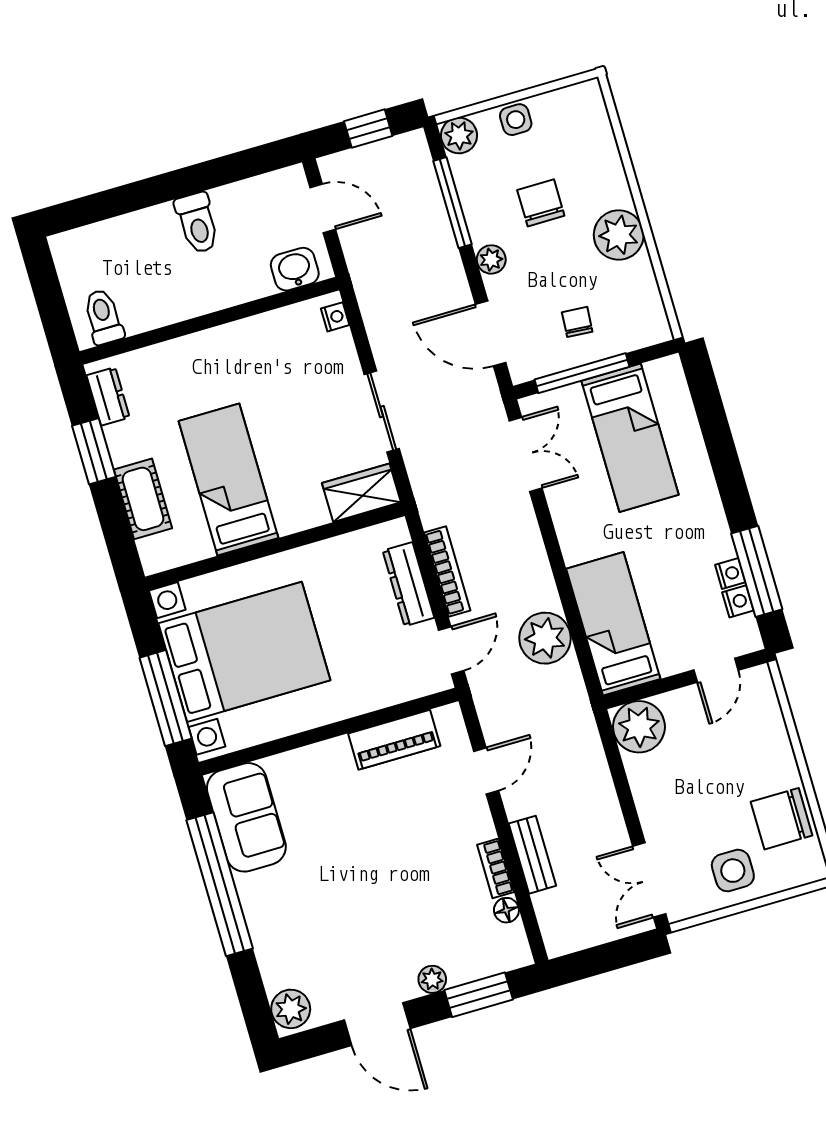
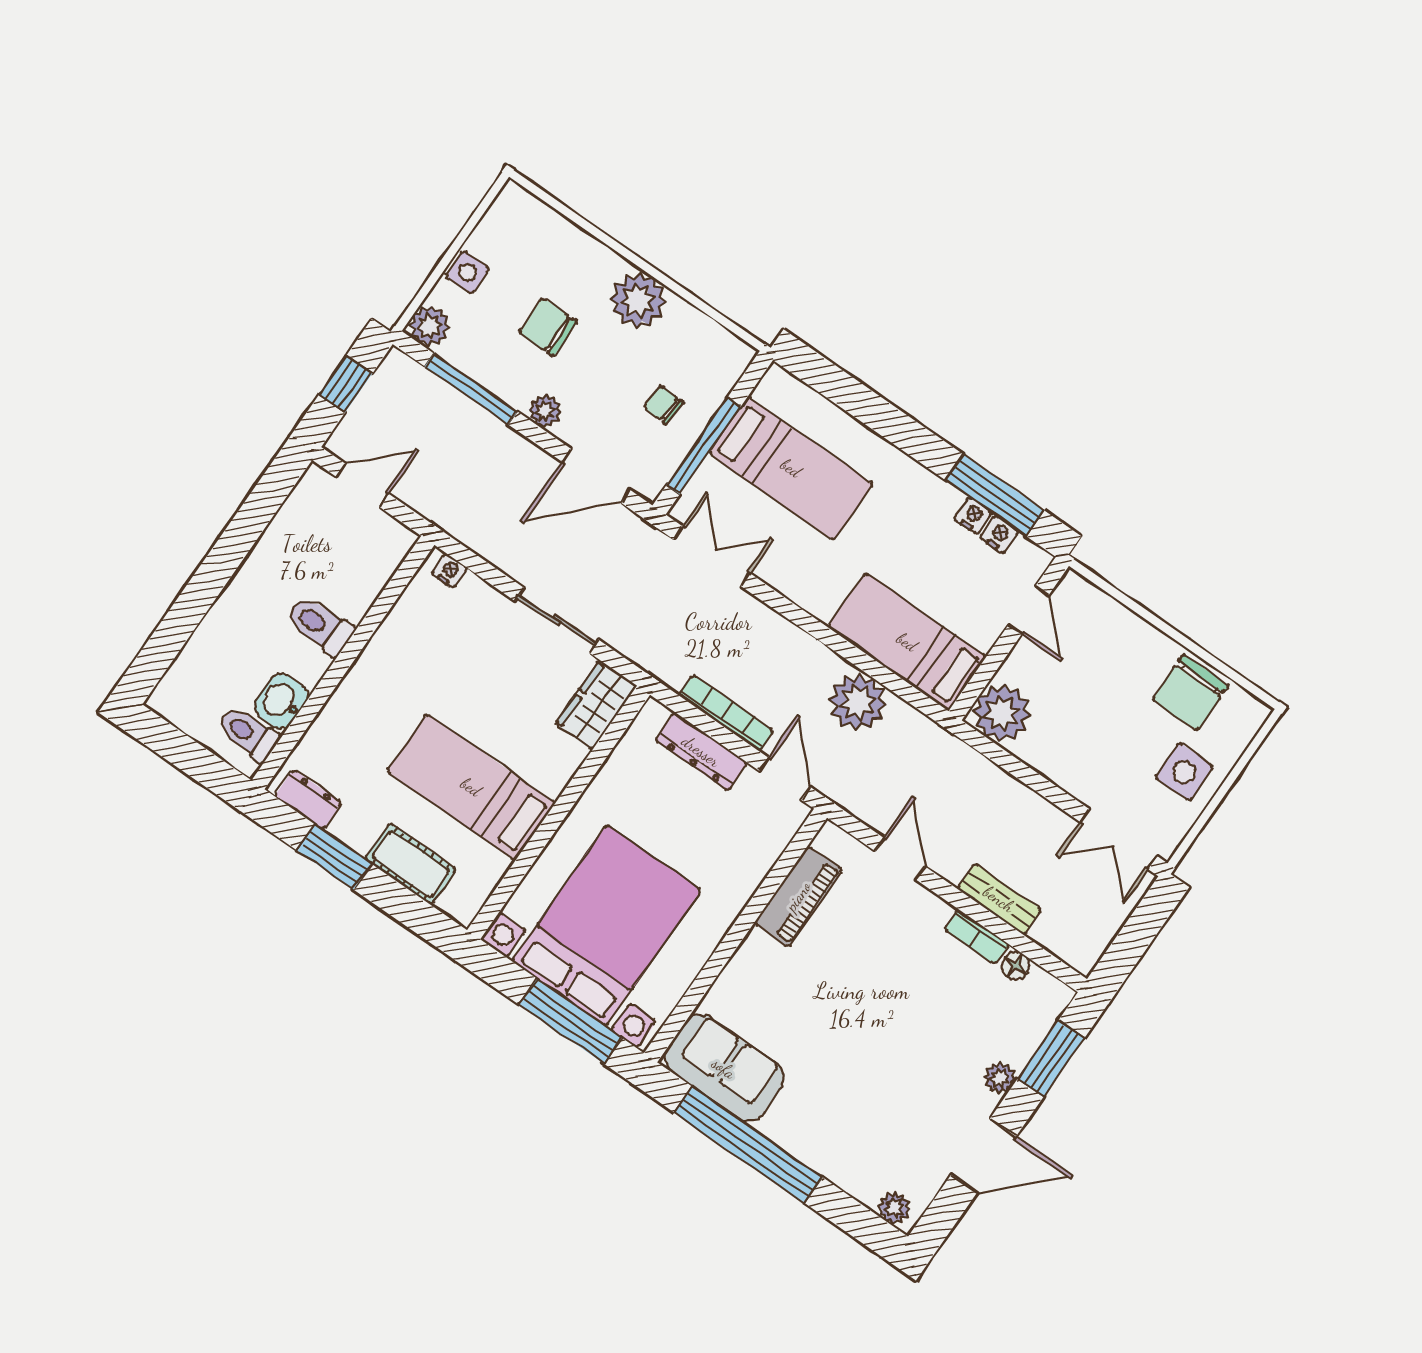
toilet: (197, 223) -> (320, 625), moved, turned 180
washbasin: (295, 269) -> (281, 701), moved
plant: (291, 1009) -> (894, 1208), width x0.73, depth x0.73

